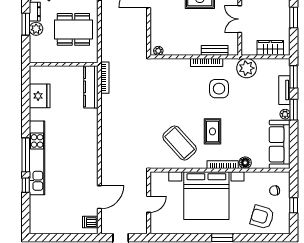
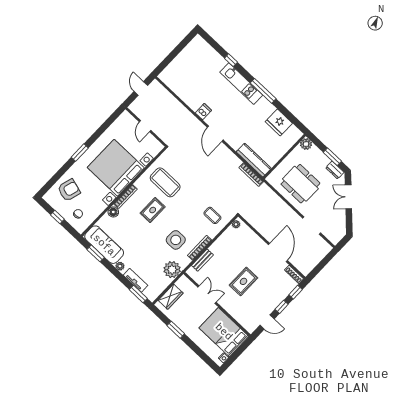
plant: (36, 29) -> (306, 144), moved
dining table: (73, 29) -> (300, 184), turned 90
coffee table: (170, 77) -> (212, 215), added
window: (294, 110) -> (96, 253), moved
rug: (212, 131) -> (153, 210), turned 90
coffee table: (180, 143) -> (165, 182), turned 42
window: (26, 155) -> (263, 91), moved
kitchen unit: (37, 158) -> (241, 84), width x0.73
door: (99, 197) -> (215, 134), moved
dishwasher: (90, 222) -> (203, 112), moved

